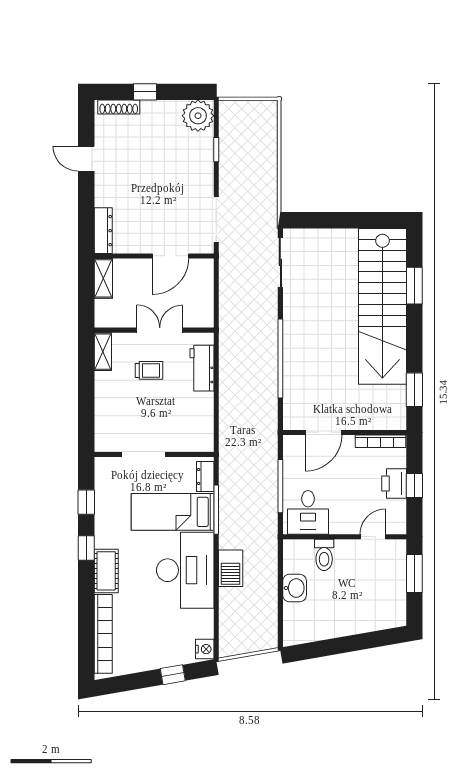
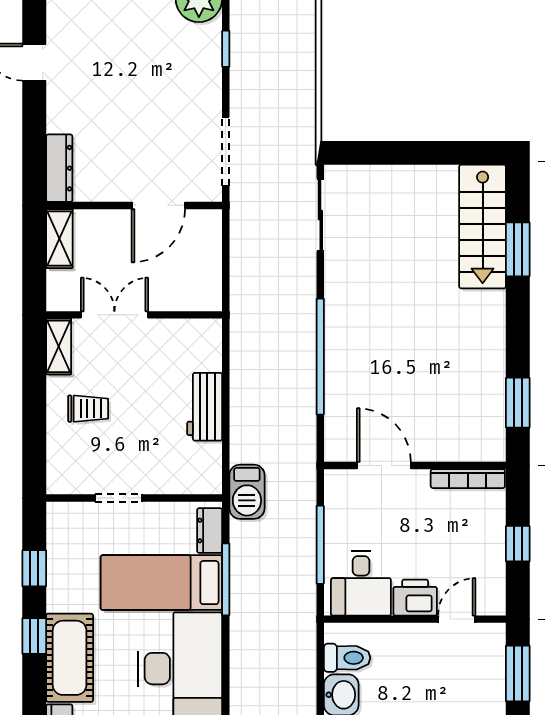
stairs: (382, 306) -> (483, 227), width x0.54, depth x0.66
double door: (160, 330) -> (114, 315), moved
workbench: (202, 368) -> (205, 407), moved
trolley: (149, 370) -> (88, 409), moved
door: (324, 432) -> (384, 466), swing flipped
doorway: (143, 454) -> (118, 498), width x0.73
printer: (394, 483) -> (415, 598), moved, turned 90
toilet: (324, 555) -> (347, 658), moved, turned -90
barbecue: (231, 568) -> (247, 492), moved
cot: (106, 571) -> (70, 658), width x1.37, depth x1.34

